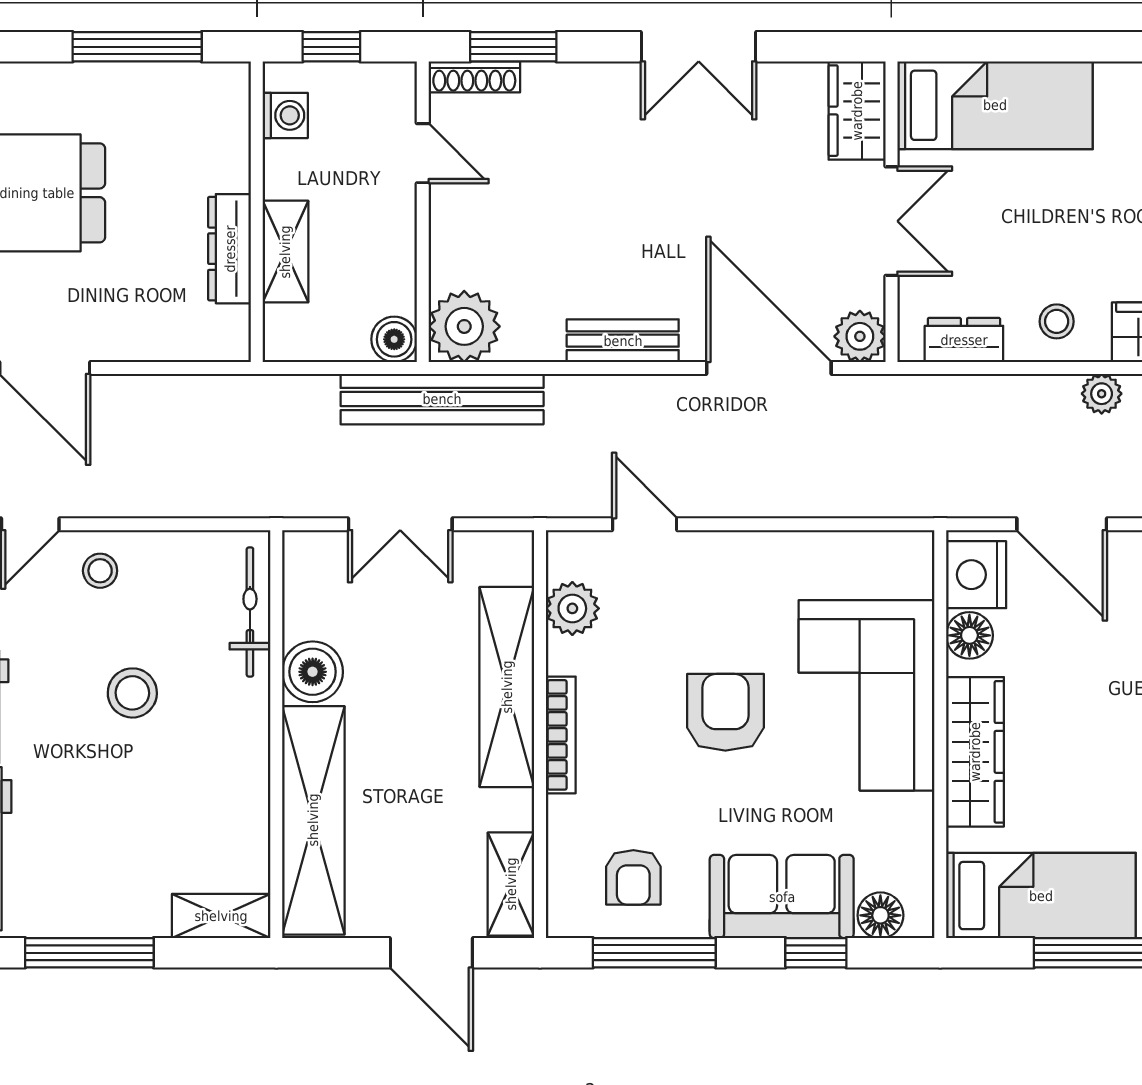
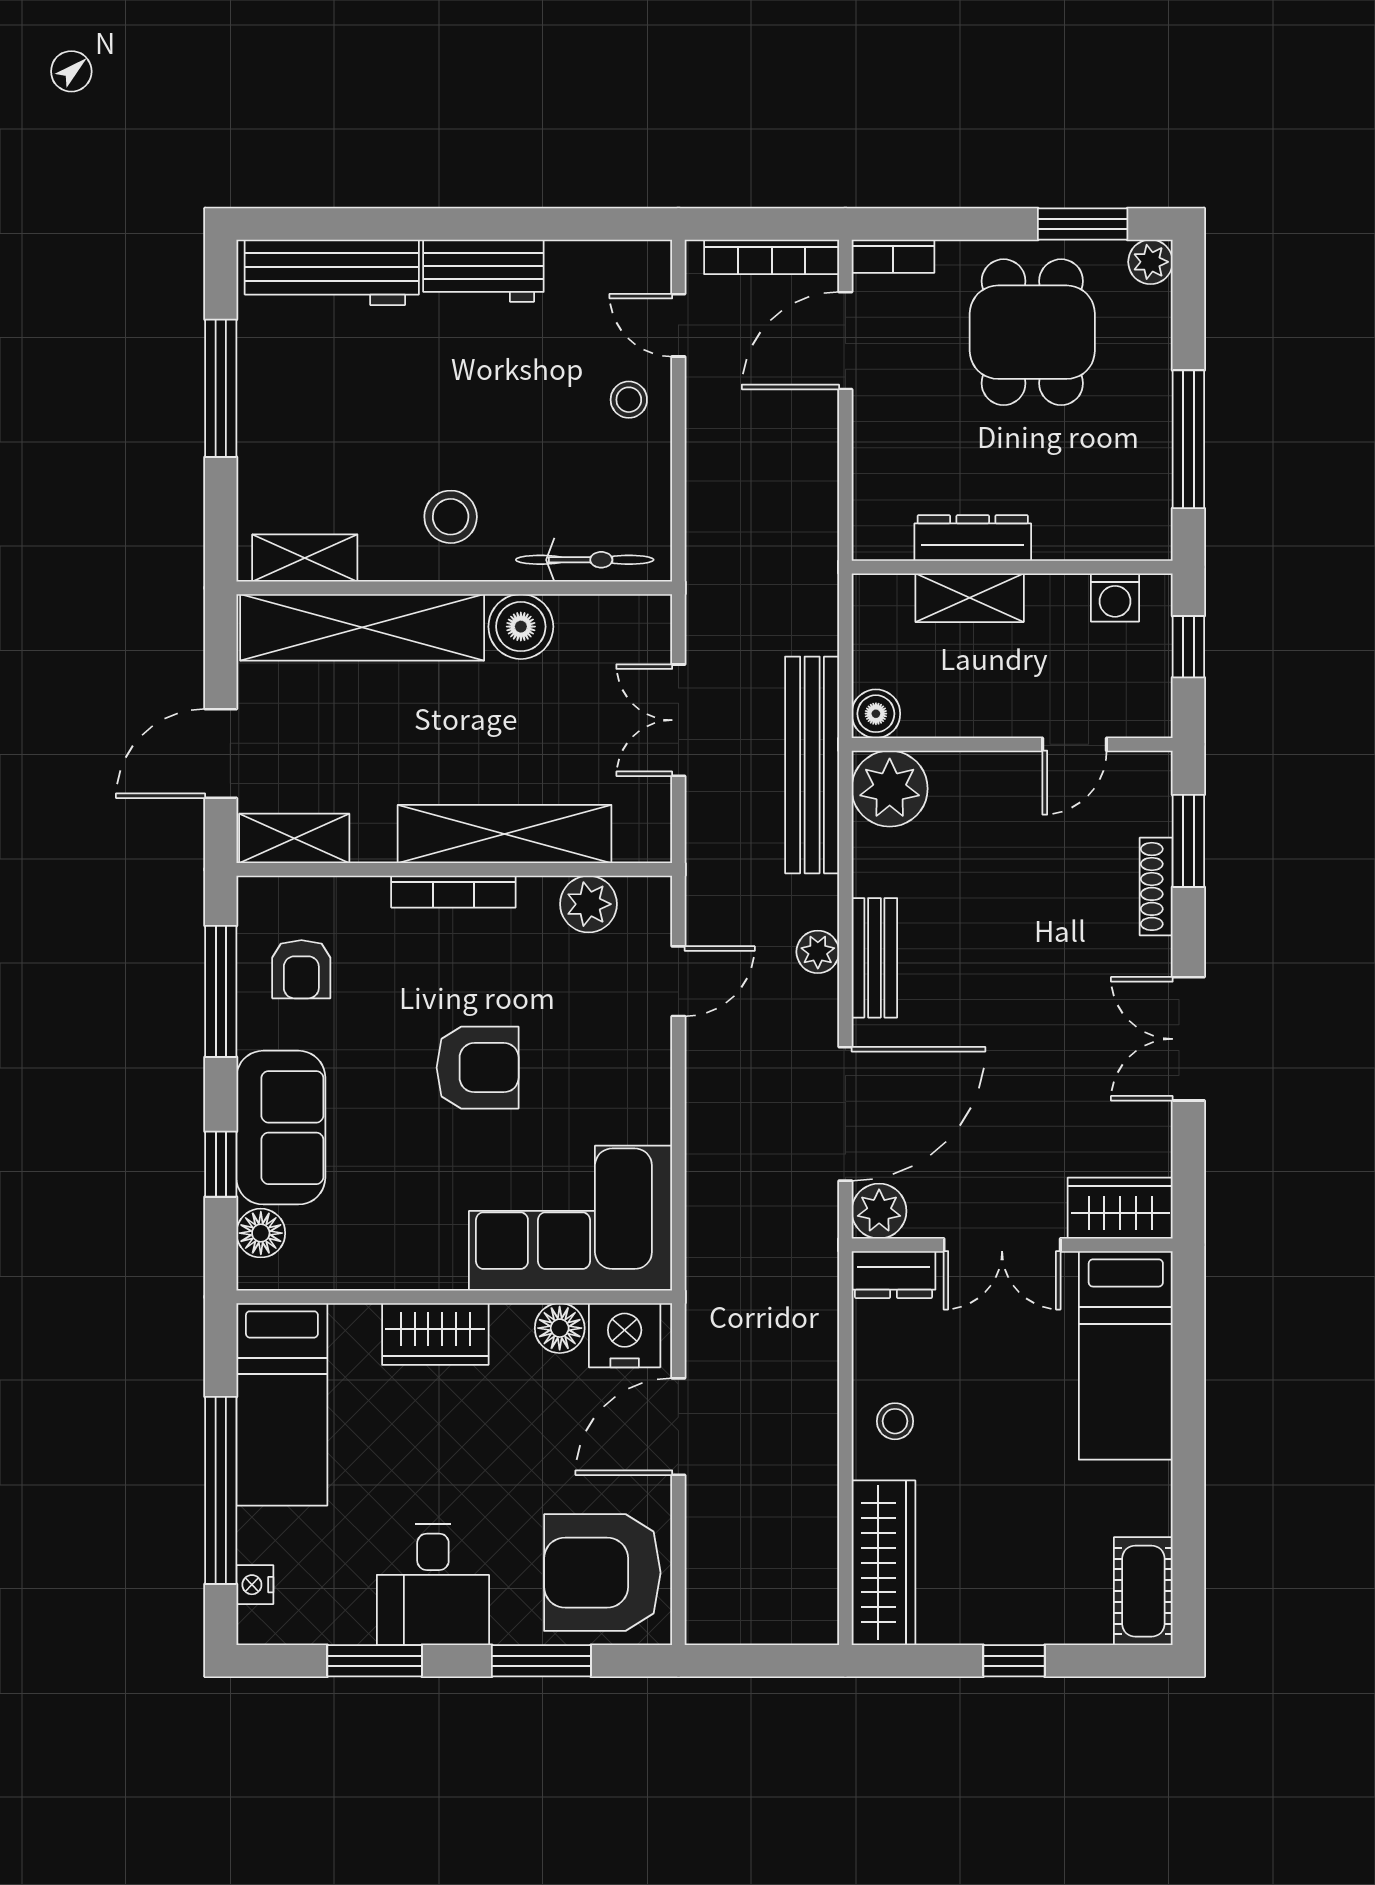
shoe rack: (474, 77) -> (1156, 886), moved
dresser: (964, 340) -> (893, 1275), moved, turned 90
plant: (1102, 394) -> (818, 952), moved
stool: (132, 693) -> (451, 517), moved
corner sofa: (866, 695) -> (571, 1218), moved
wardrobe: (975, 752) -> (435, 1334), width x0.67
armchair: (633, 877) -> (301, 969), turned -90
shelving: (221, 916) -> (305, 558), moved, turned 90

